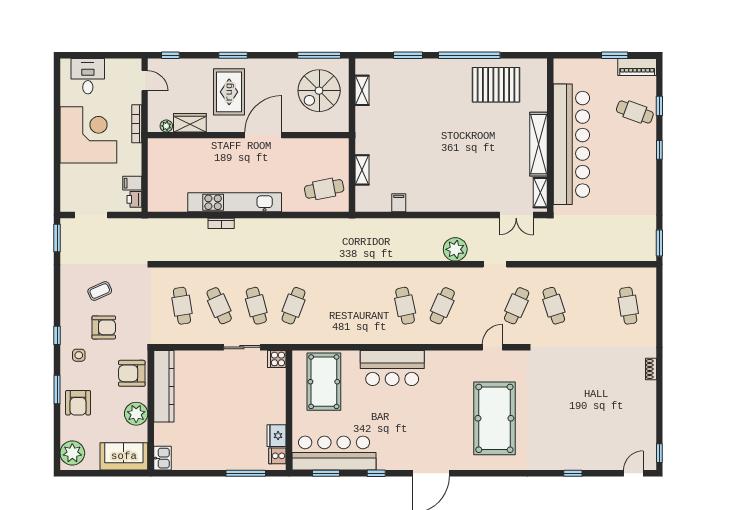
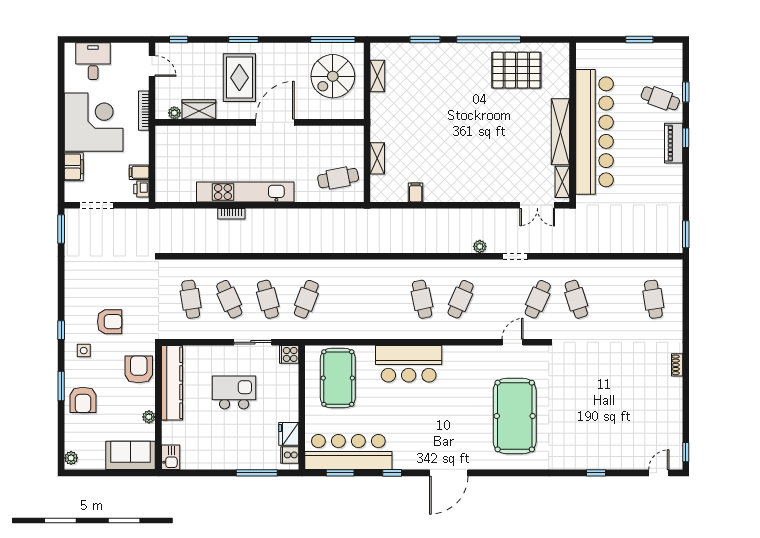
piano: (637, 67) -> (674, 143), moved, turned 90
filing cabinet: (69, 178) -> (74, 167), added
plant: (455, 249) -> (480, 246), width x0.53, depth x0.53
coffee table: (100, 291) -> (105, 284), removed
armchair: (132, 373) -> (139, 369), turned 90
kitchen island: (224, 396) -> (234, 392), added
plant: (136, 414) -> (149, 417), width x0.53, depth x0.53
plant: (72, 453) -> (71, 458), width x0.53, depth x0.53

